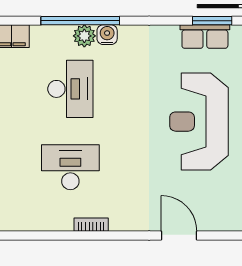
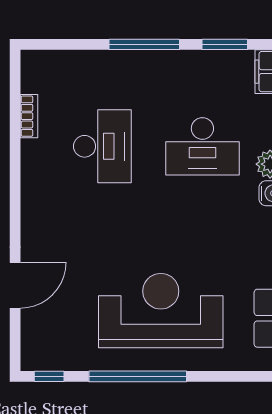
bookcase: (91, 225) -> (29, 116), moved

